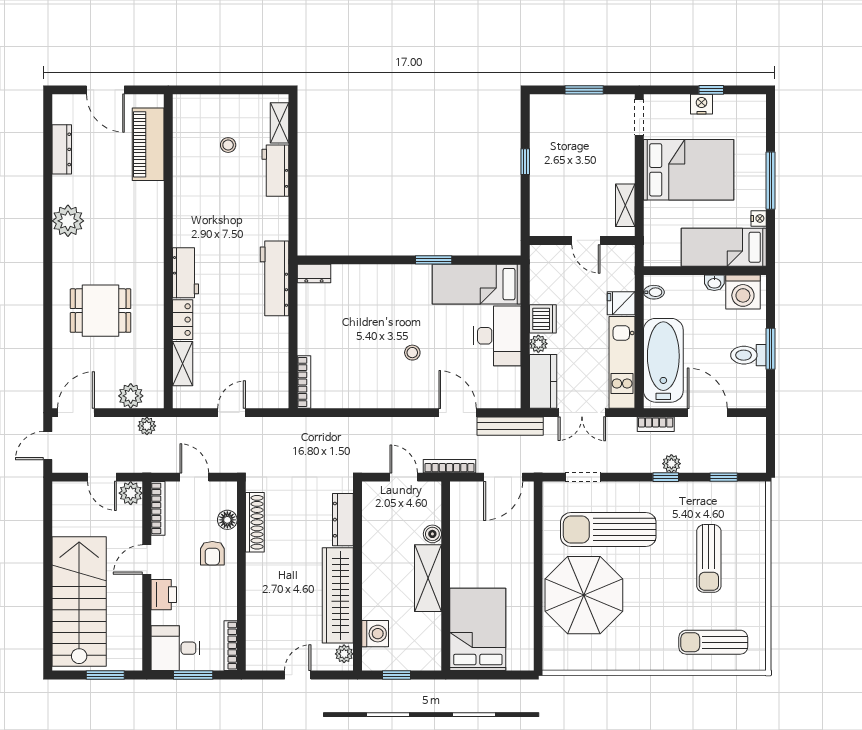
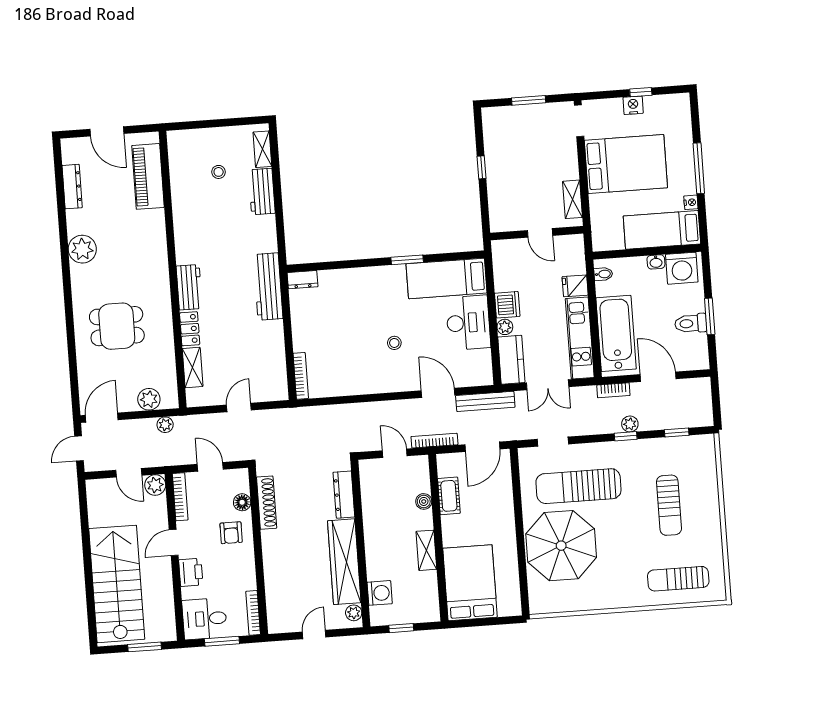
cot: (461, 530) -> (449, 496), added
shelving: (428, 578) -> (426, 550), width x0.67, depth x0.75

